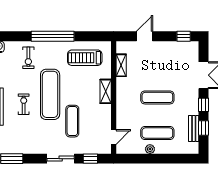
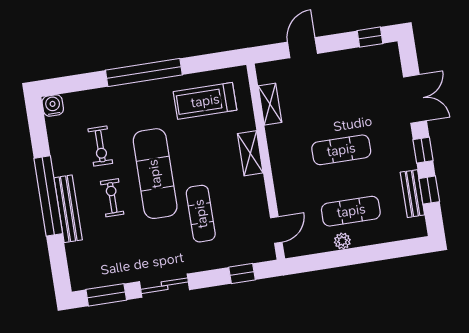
exercise bike: (28, 58) -> (100, 146), moved
sliding door: (61, 159) -> (165, 286), moved

